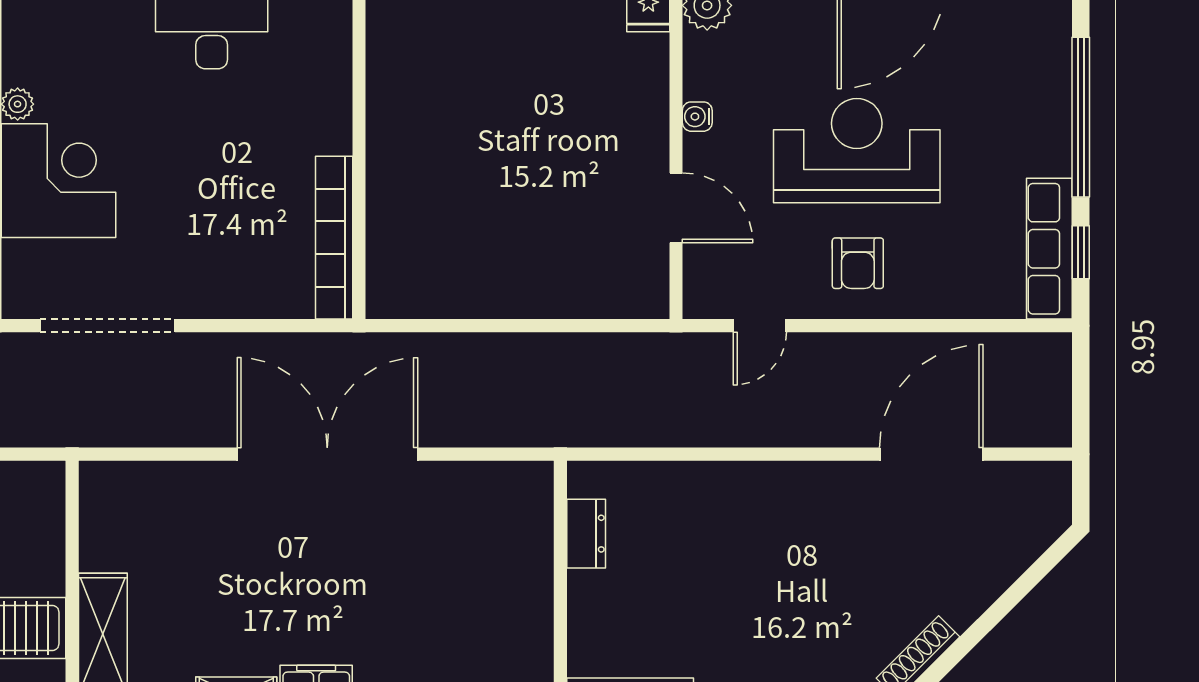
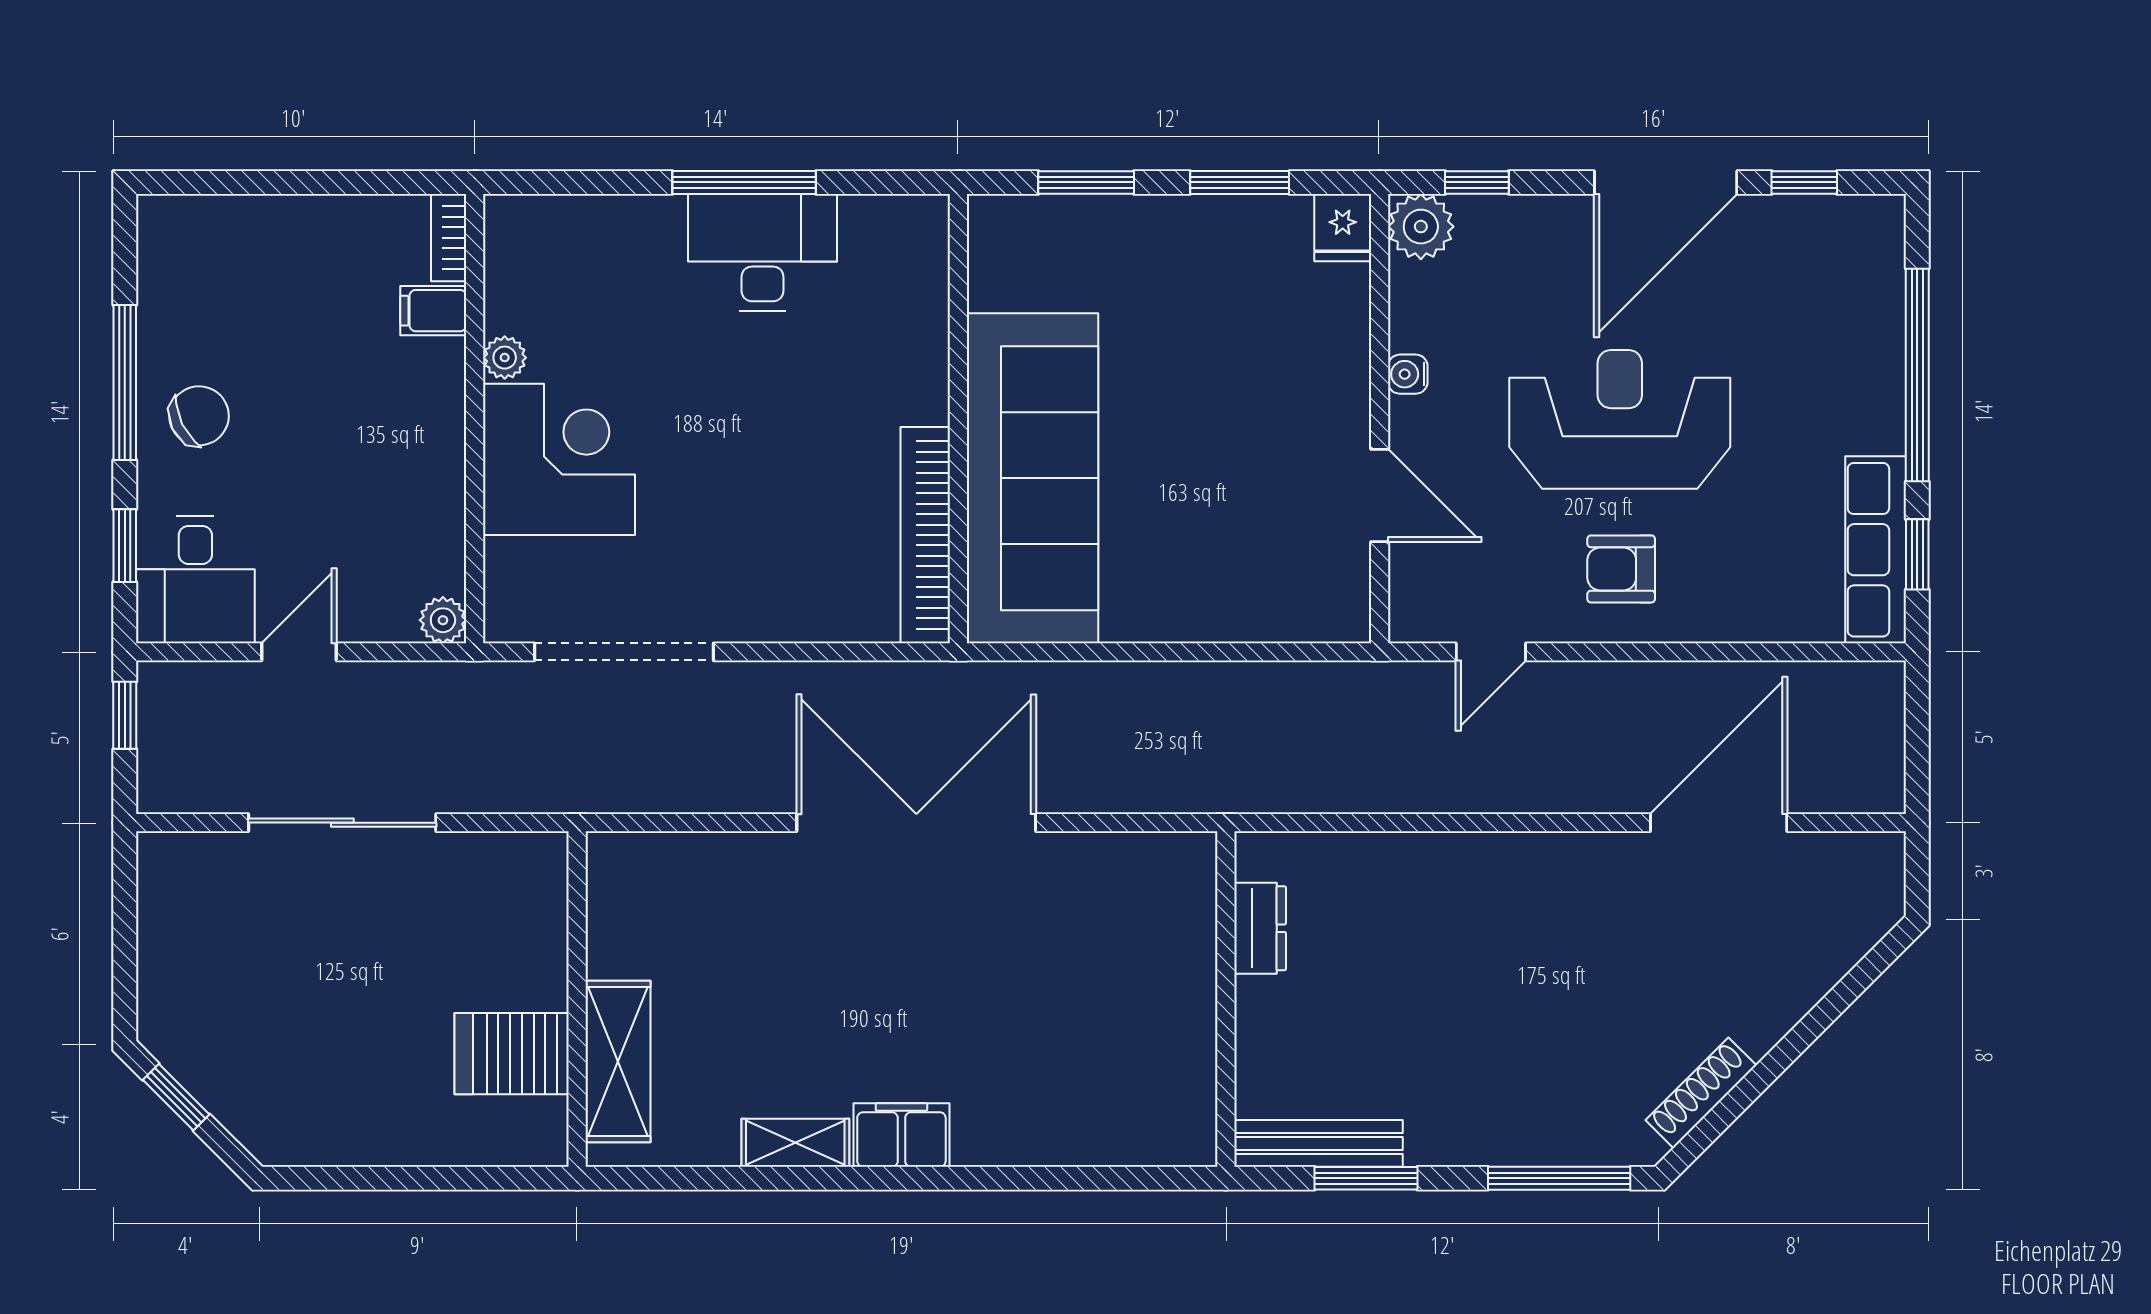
sofa: (415, 195) -> (1033, 478), added
armchair: (858, 263) -> (1621, 569), turned 90

